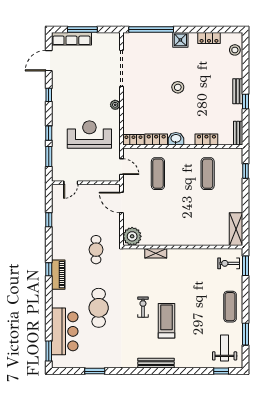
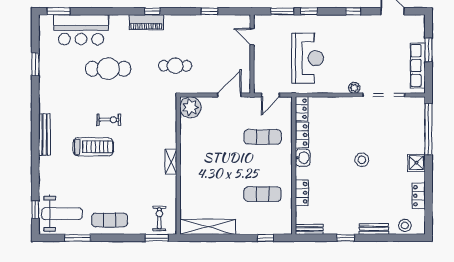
window: (82, 29) -> (428, 50), width x0.69
row of seats: (71, 39) -> (418, 66), moved
bench: (238, 91) -> (374, 229), moved
plant: (115, 105) -> (354, 88), moved
shelving: (236, 229) -> (208, 227), width x1.47
shelving: (156, 253) -> (171, 162), moved
weight bench: (225, 348) -> (62, 214), width x1.36, depth x1.33

